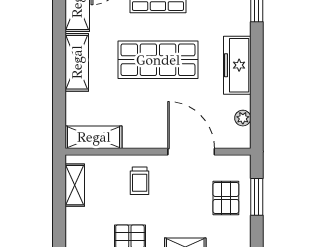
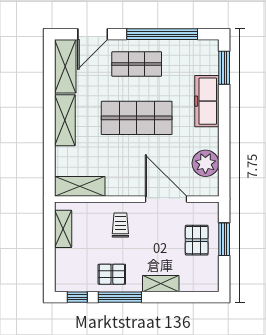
freezer: (237, 65) -> (207, 101), moved
plant: (243, 118) -> (205, 163), width x1.88, depth x1.88
trolley: (140, 181) -> (120, 225), turned 180

